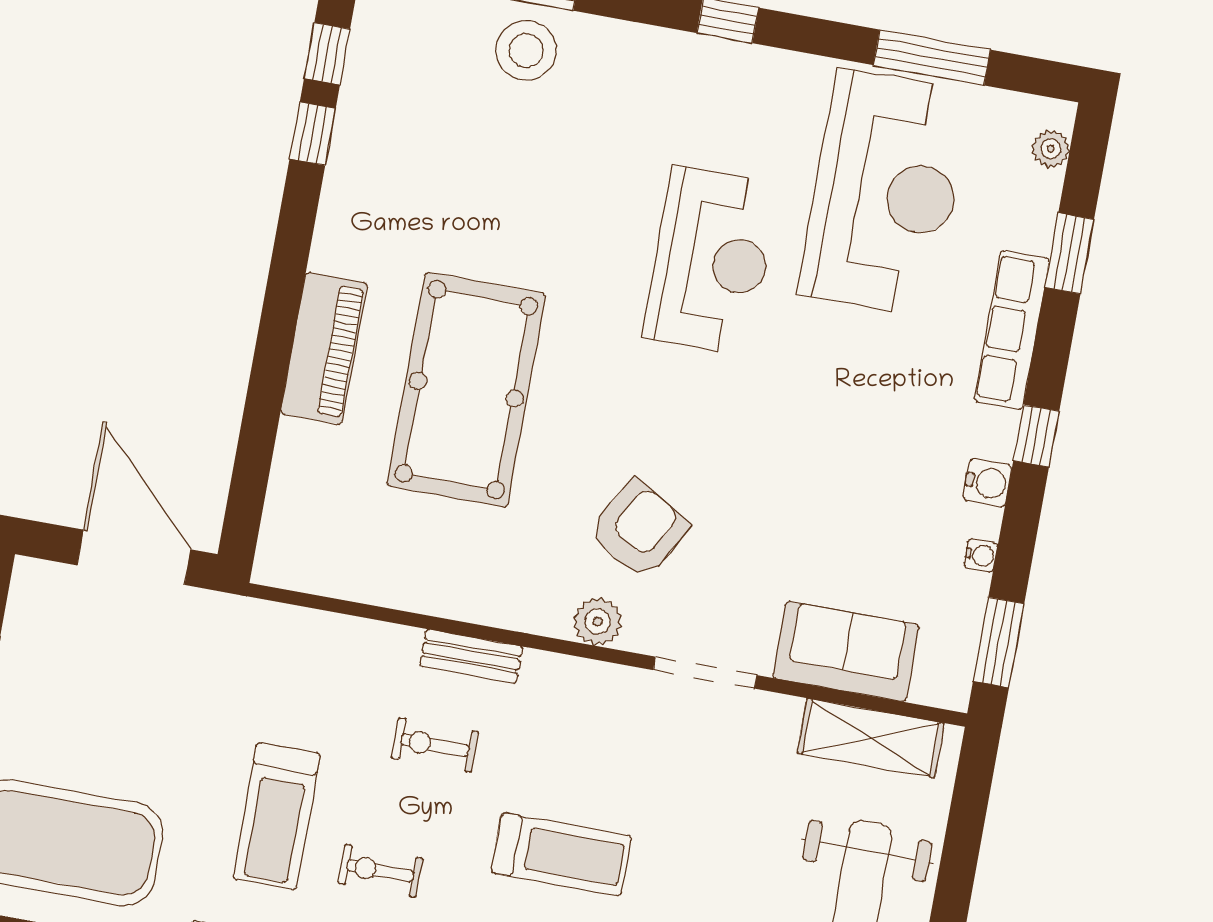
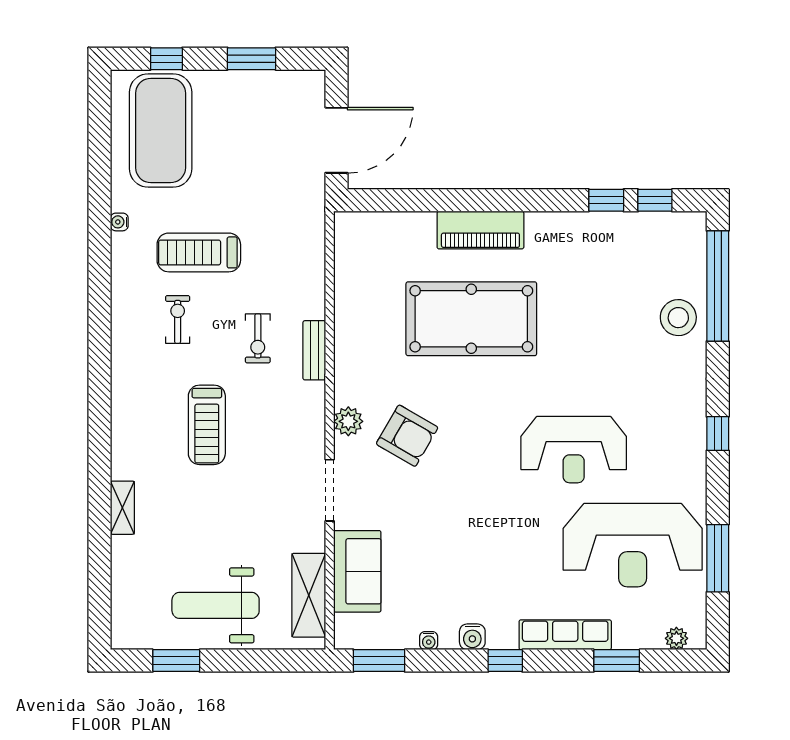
exercise bike: (435, 745) -> (258, 338), turned 180

